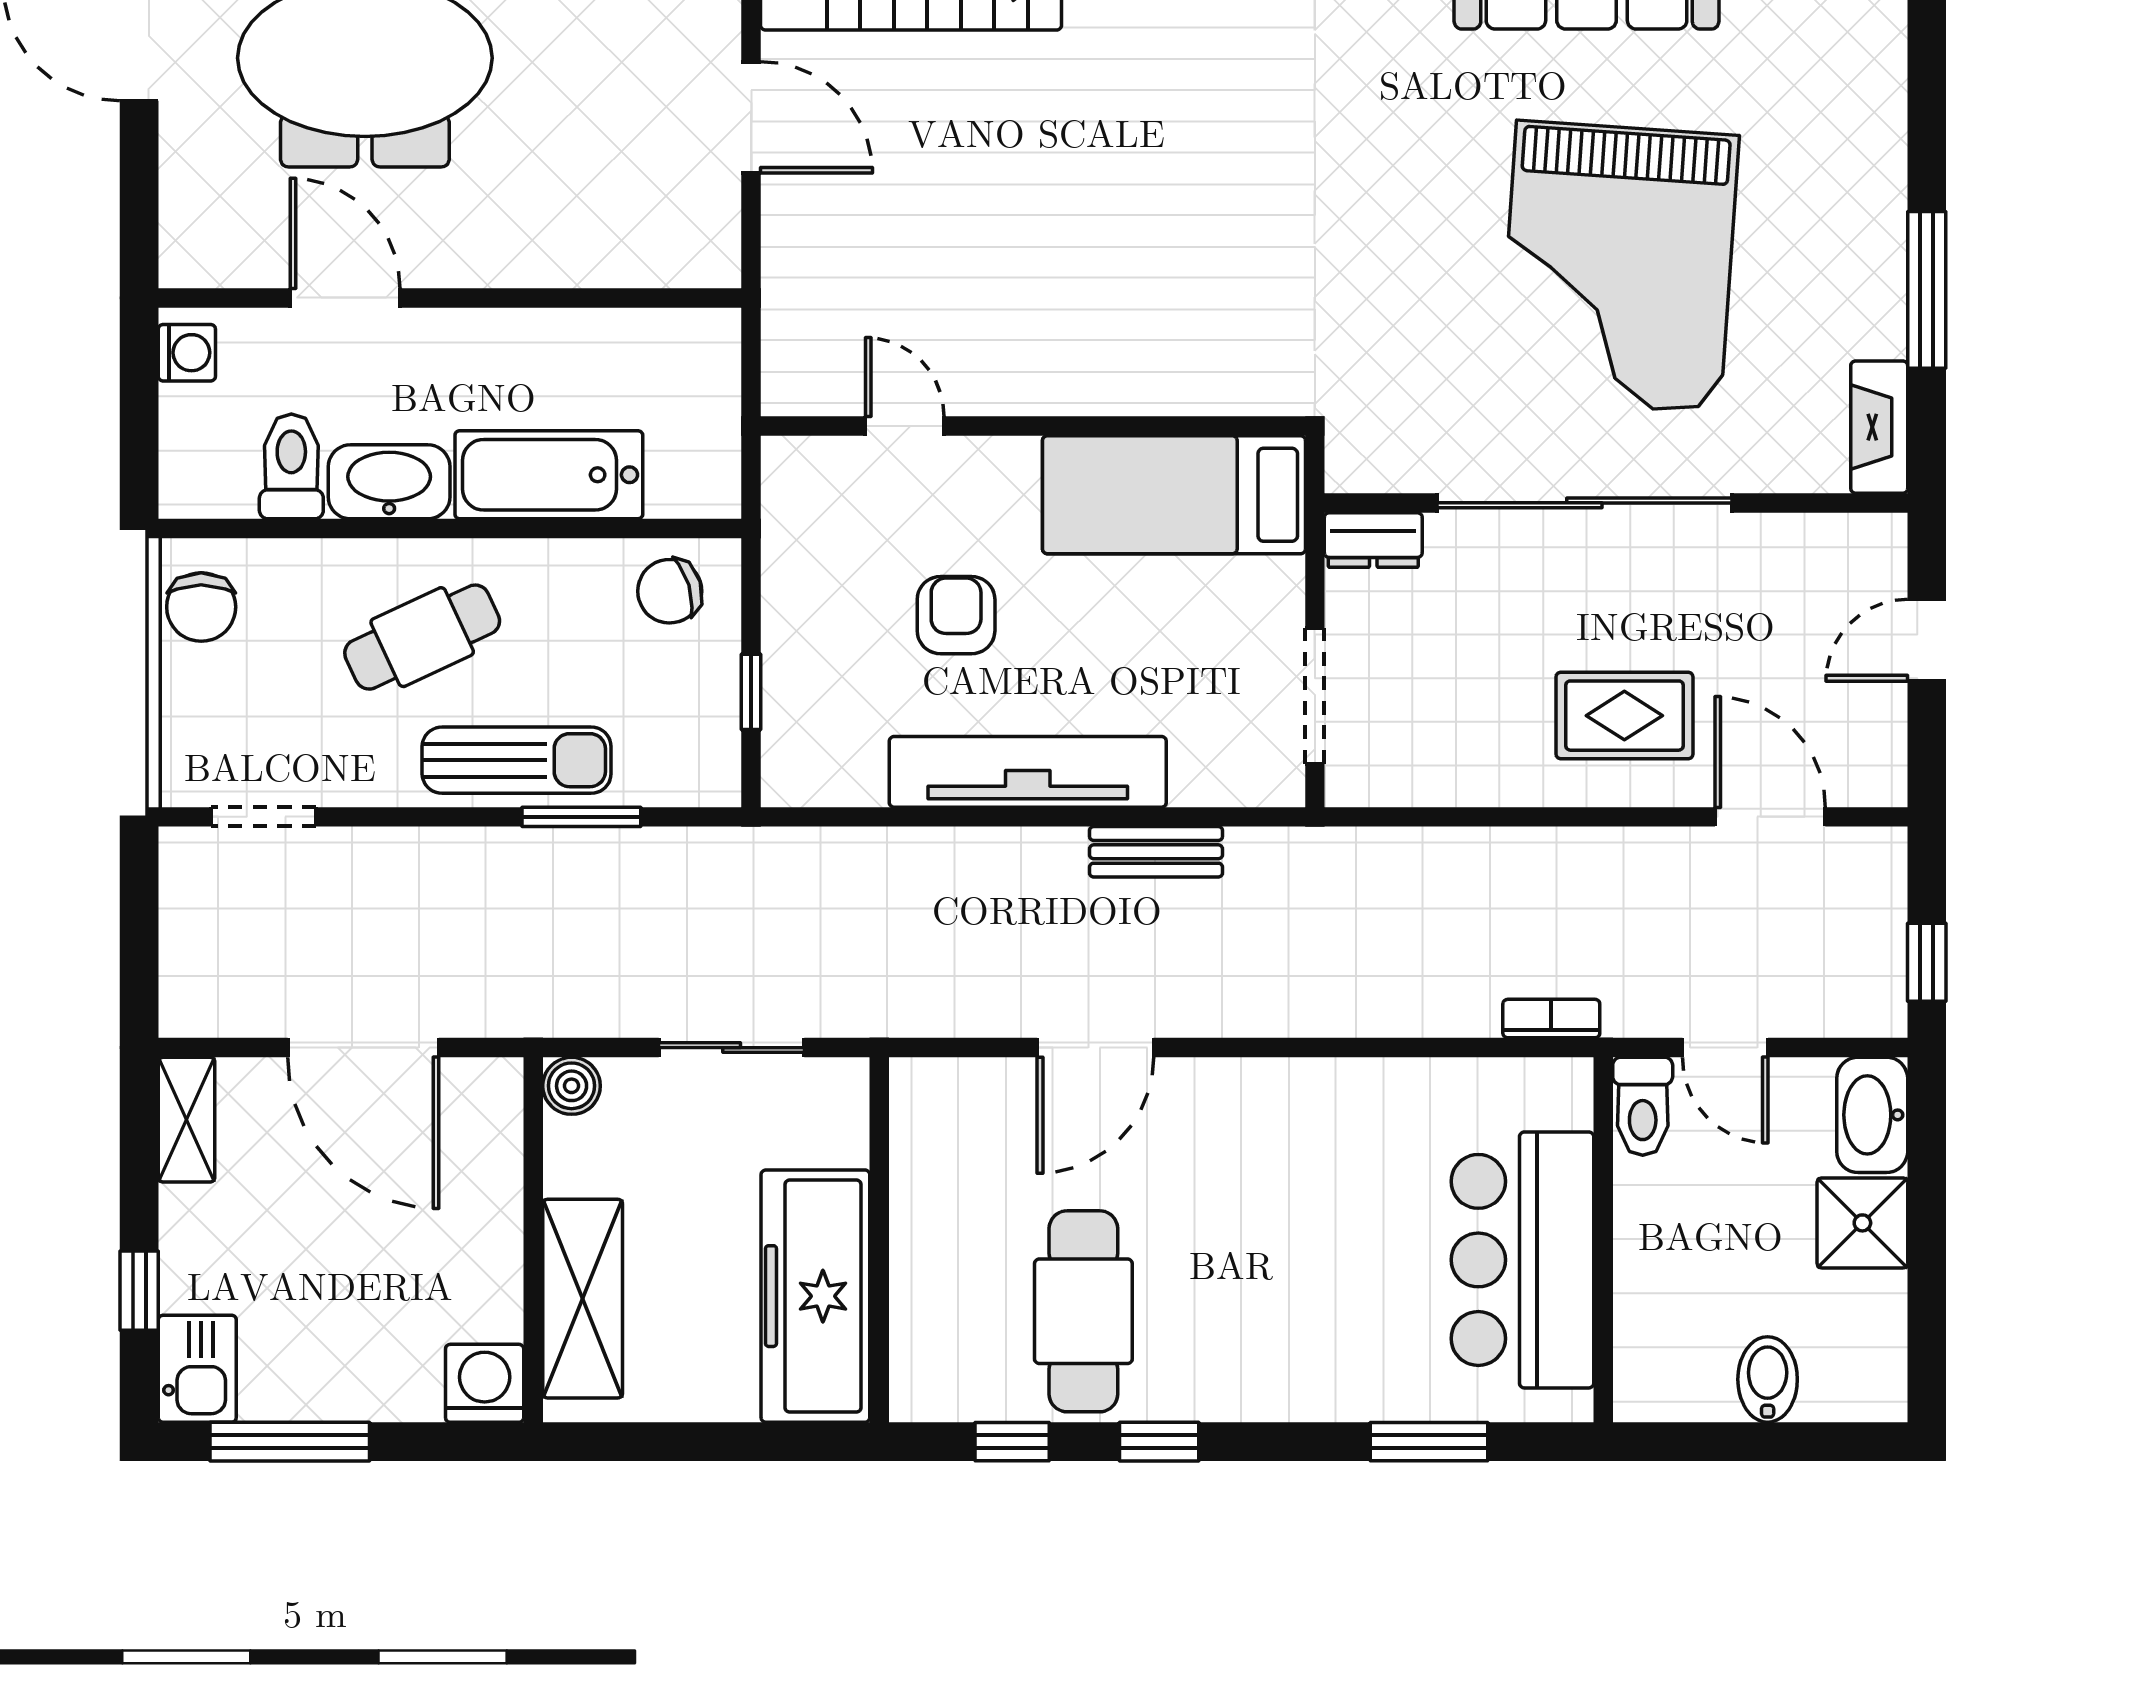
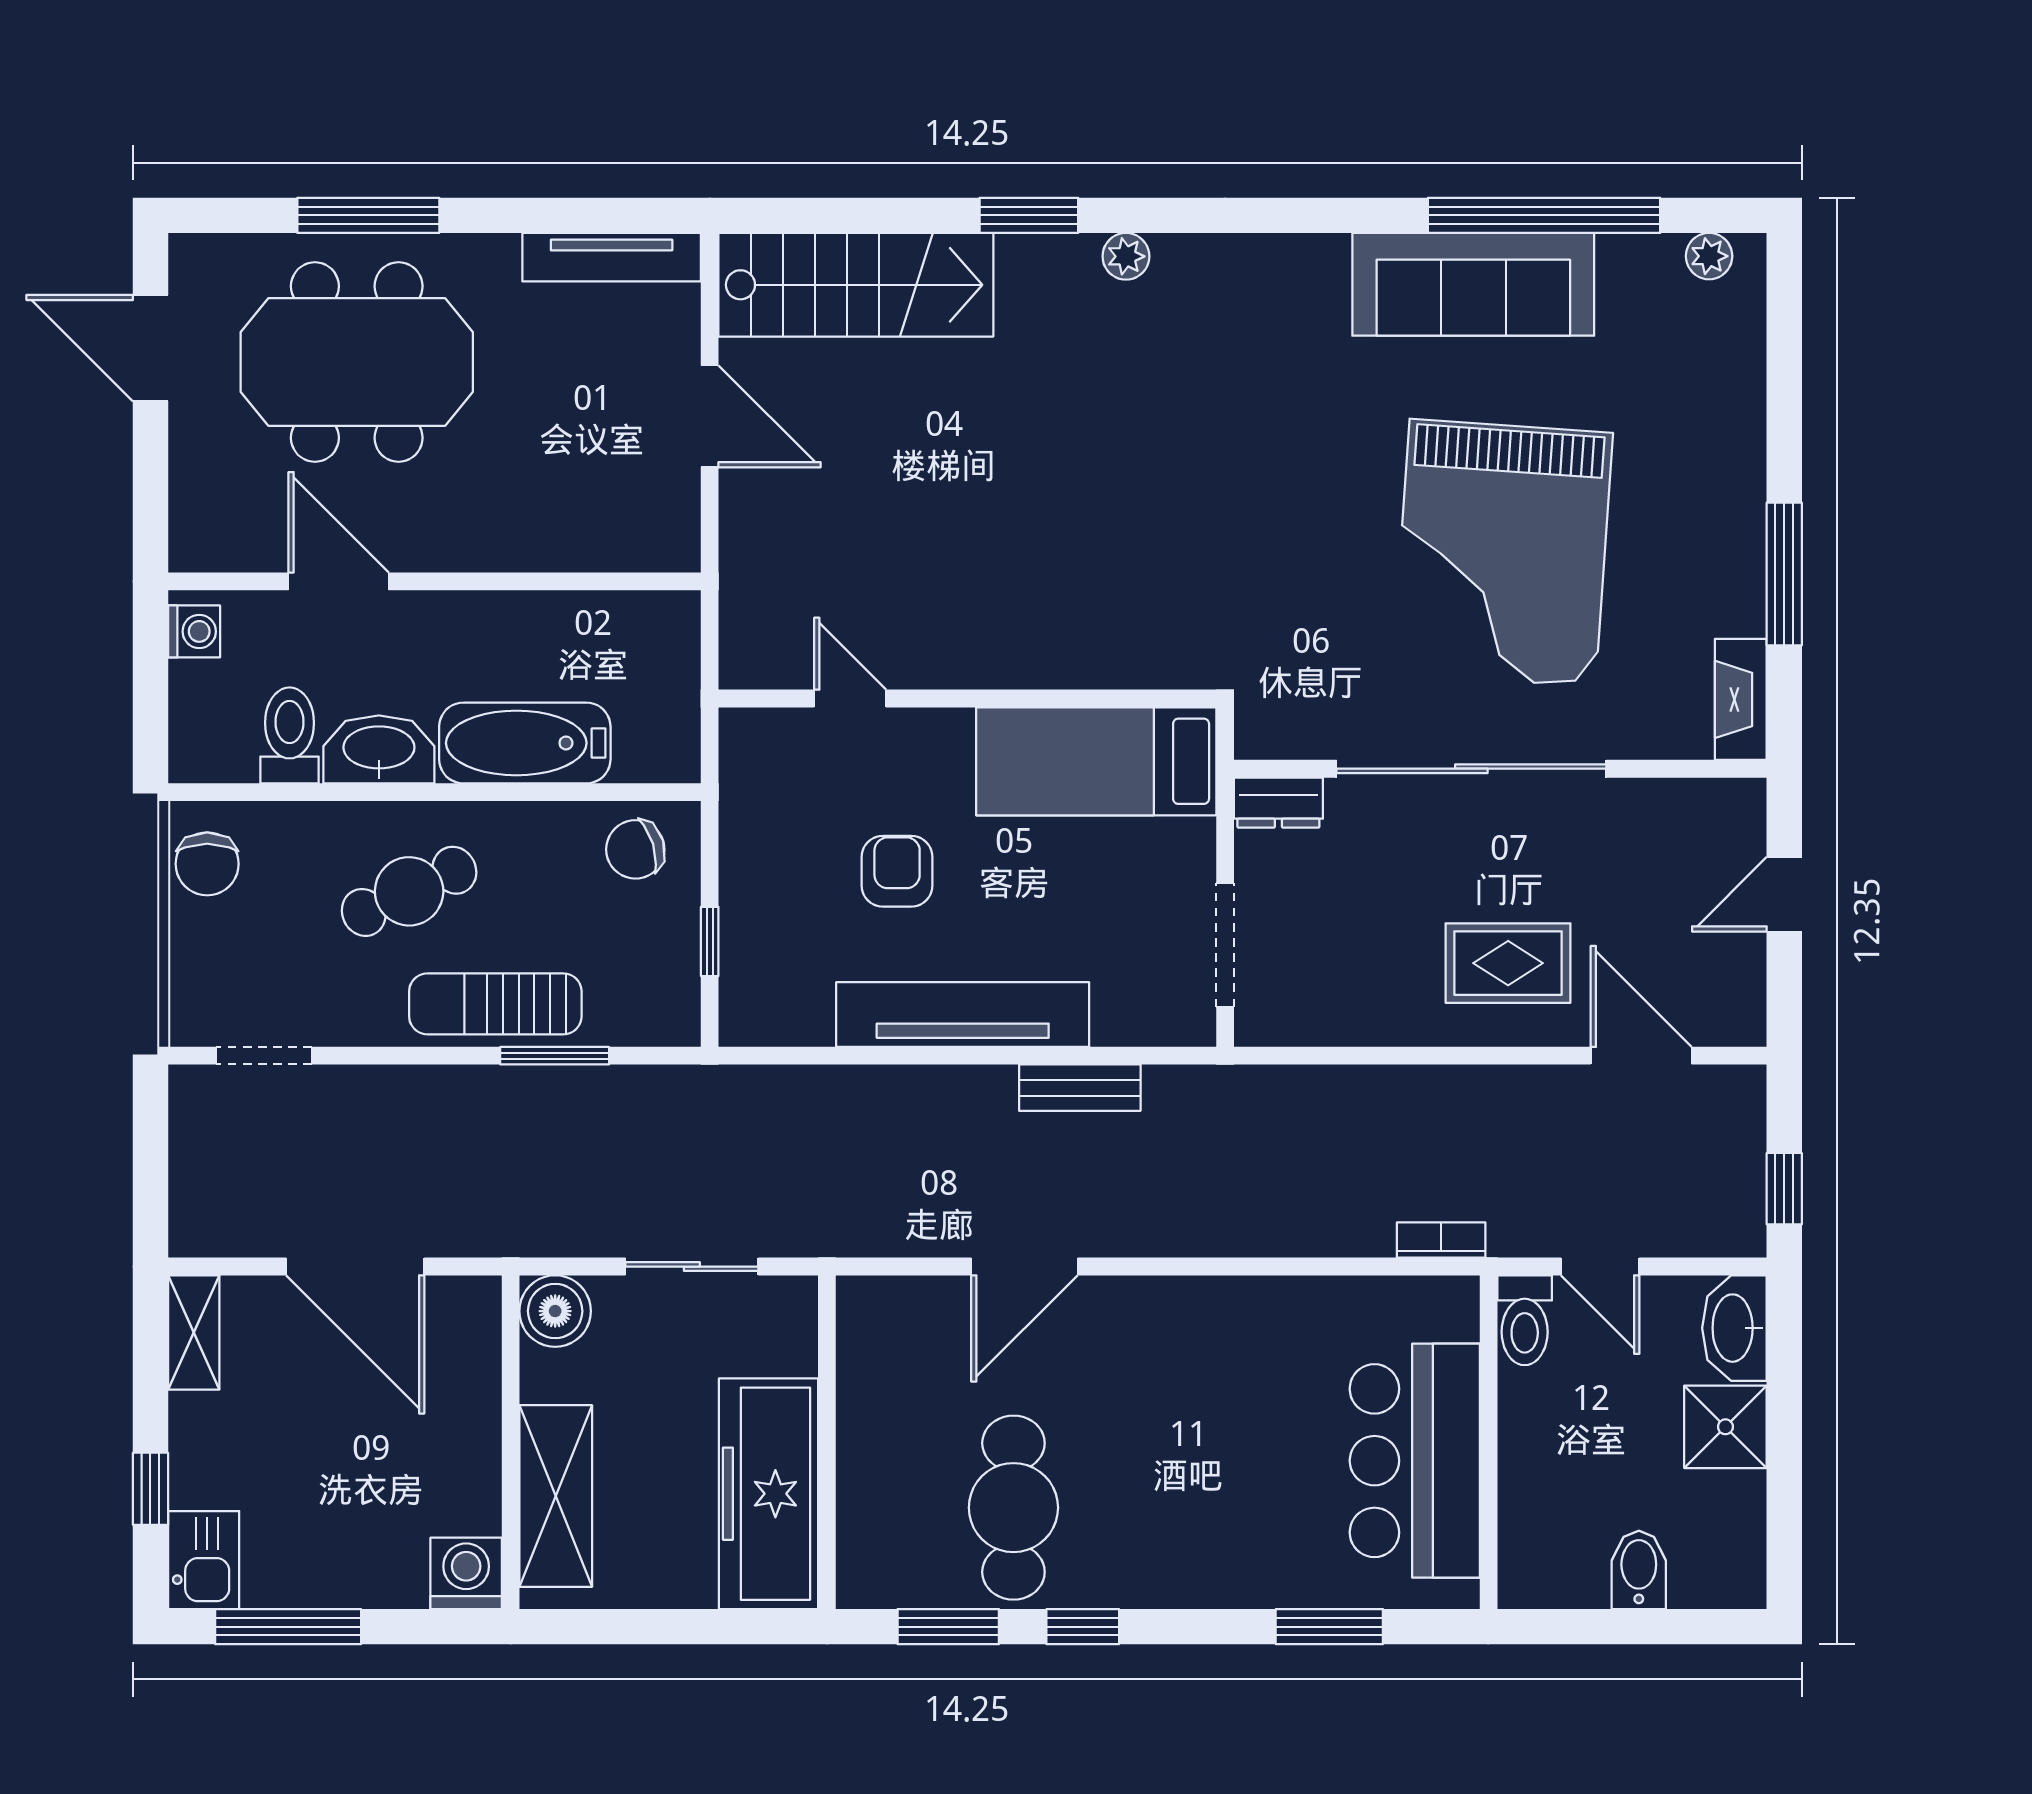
sun lounger: (517, 760) -> (495, 1004), turned 180
boiler: (572, 1086) -> (555, 1311), width x1.36, depth x1.36
window: (1012, 1442) -> (948, 1627), width x1.50

